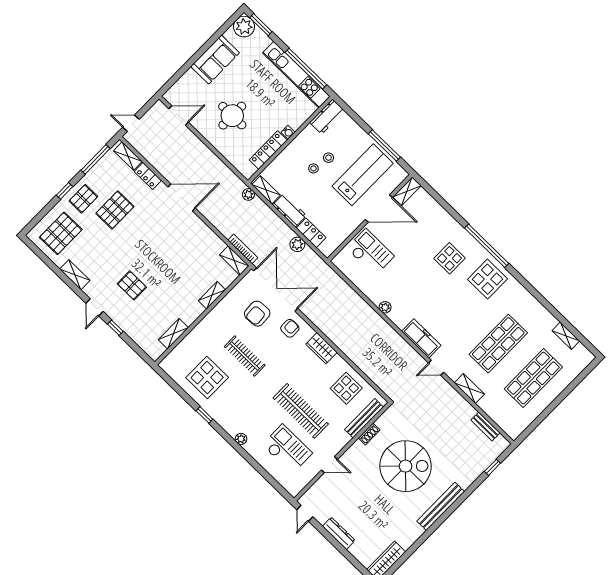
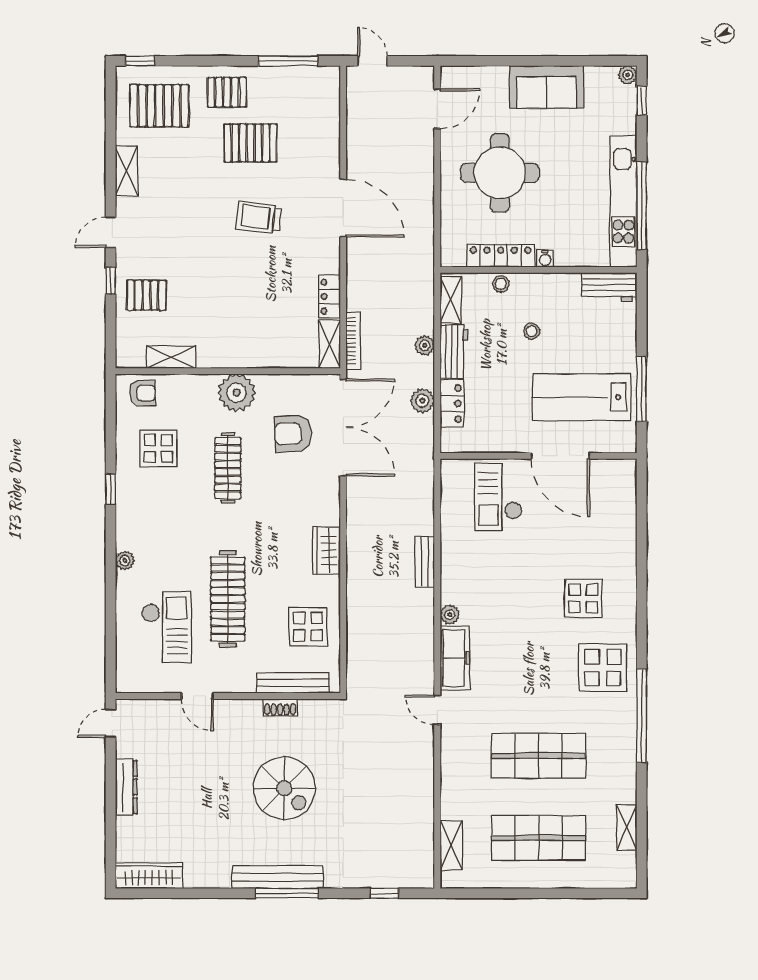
window: (261, 25) -> (642, 101), width x0.67
plant: (244, 27) -> (628, 75), width x0.53, depth x0.53
door: (179, 116) -> (437, 109), hinge flipped
round table: (232, 116) -> (500, 173), width x1.36, depth x1.36
shelving: (128, 156) -> (330, 96), removed
stool: (329, 158) -> (501, 284), moved
lab bench: (363, 175) -> (581, 397), turned 180
locker: (148, 176) -> (329, 297), moved
window: (65, 191) -> (140, 61), moved
shelving: (407, 191) -> (614, 469), removed
plant: (248, 194) -> (425, 345), moved
trolley: (150, 238) -> (259, 217), added
window: (487, 246) -> (642, 716), moved
checkout: (370, 252) -> (498, 497), turned 180
pallet: (132, 285) -> (146, 295), moved, turned 90
shelving: (212, 295) -> (262, 358), removed
plant: (385, 307) -> (450, 615), moved
plant: (216, 321) -> (237, 393), added
armchair: (290, 328) -> (142, 393), moved
display table: (207, 378) -> (158, 448), width x0.73, depth x0.73
shelving: (469, 388) -> (451, 845), moved
bench: (486, 426) -> (425, 562), moved
spiral stairs: (406, 466) -> (284, 788), width x0.73, depth x0.73
window: (452, 509) -> (287, 893), added

